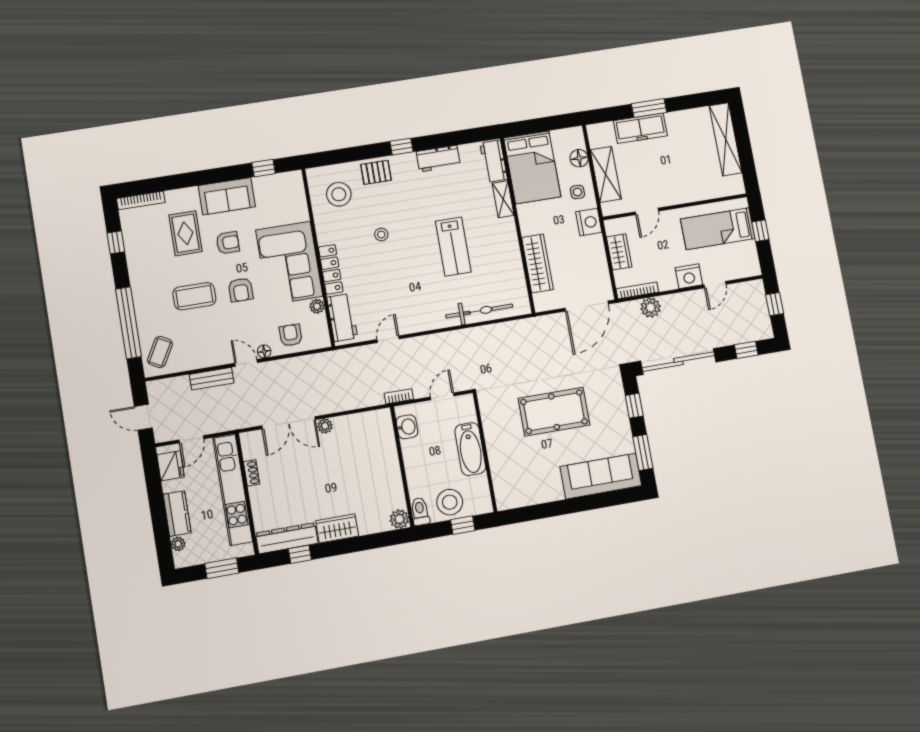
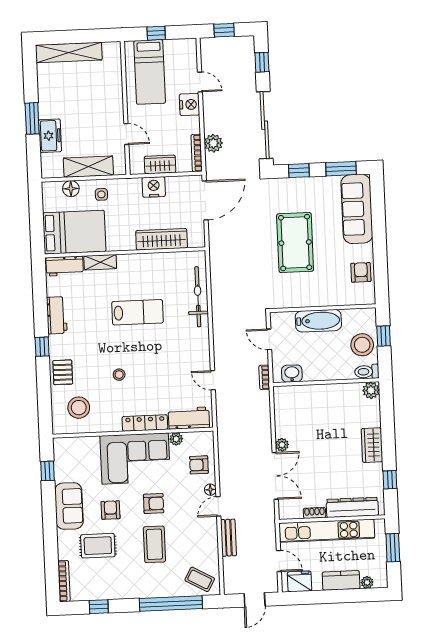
freezer: (640, 128) -> (50, 136), width x0.71
nightstand: (589, 222) -> (154, 187), moved
door: (587, 306) -> (205, 200), hinge flipped
armchair: (531, 490) -> (361, 272), added
dresser: (287, 538) -> (352, 507), moved, turned 90

